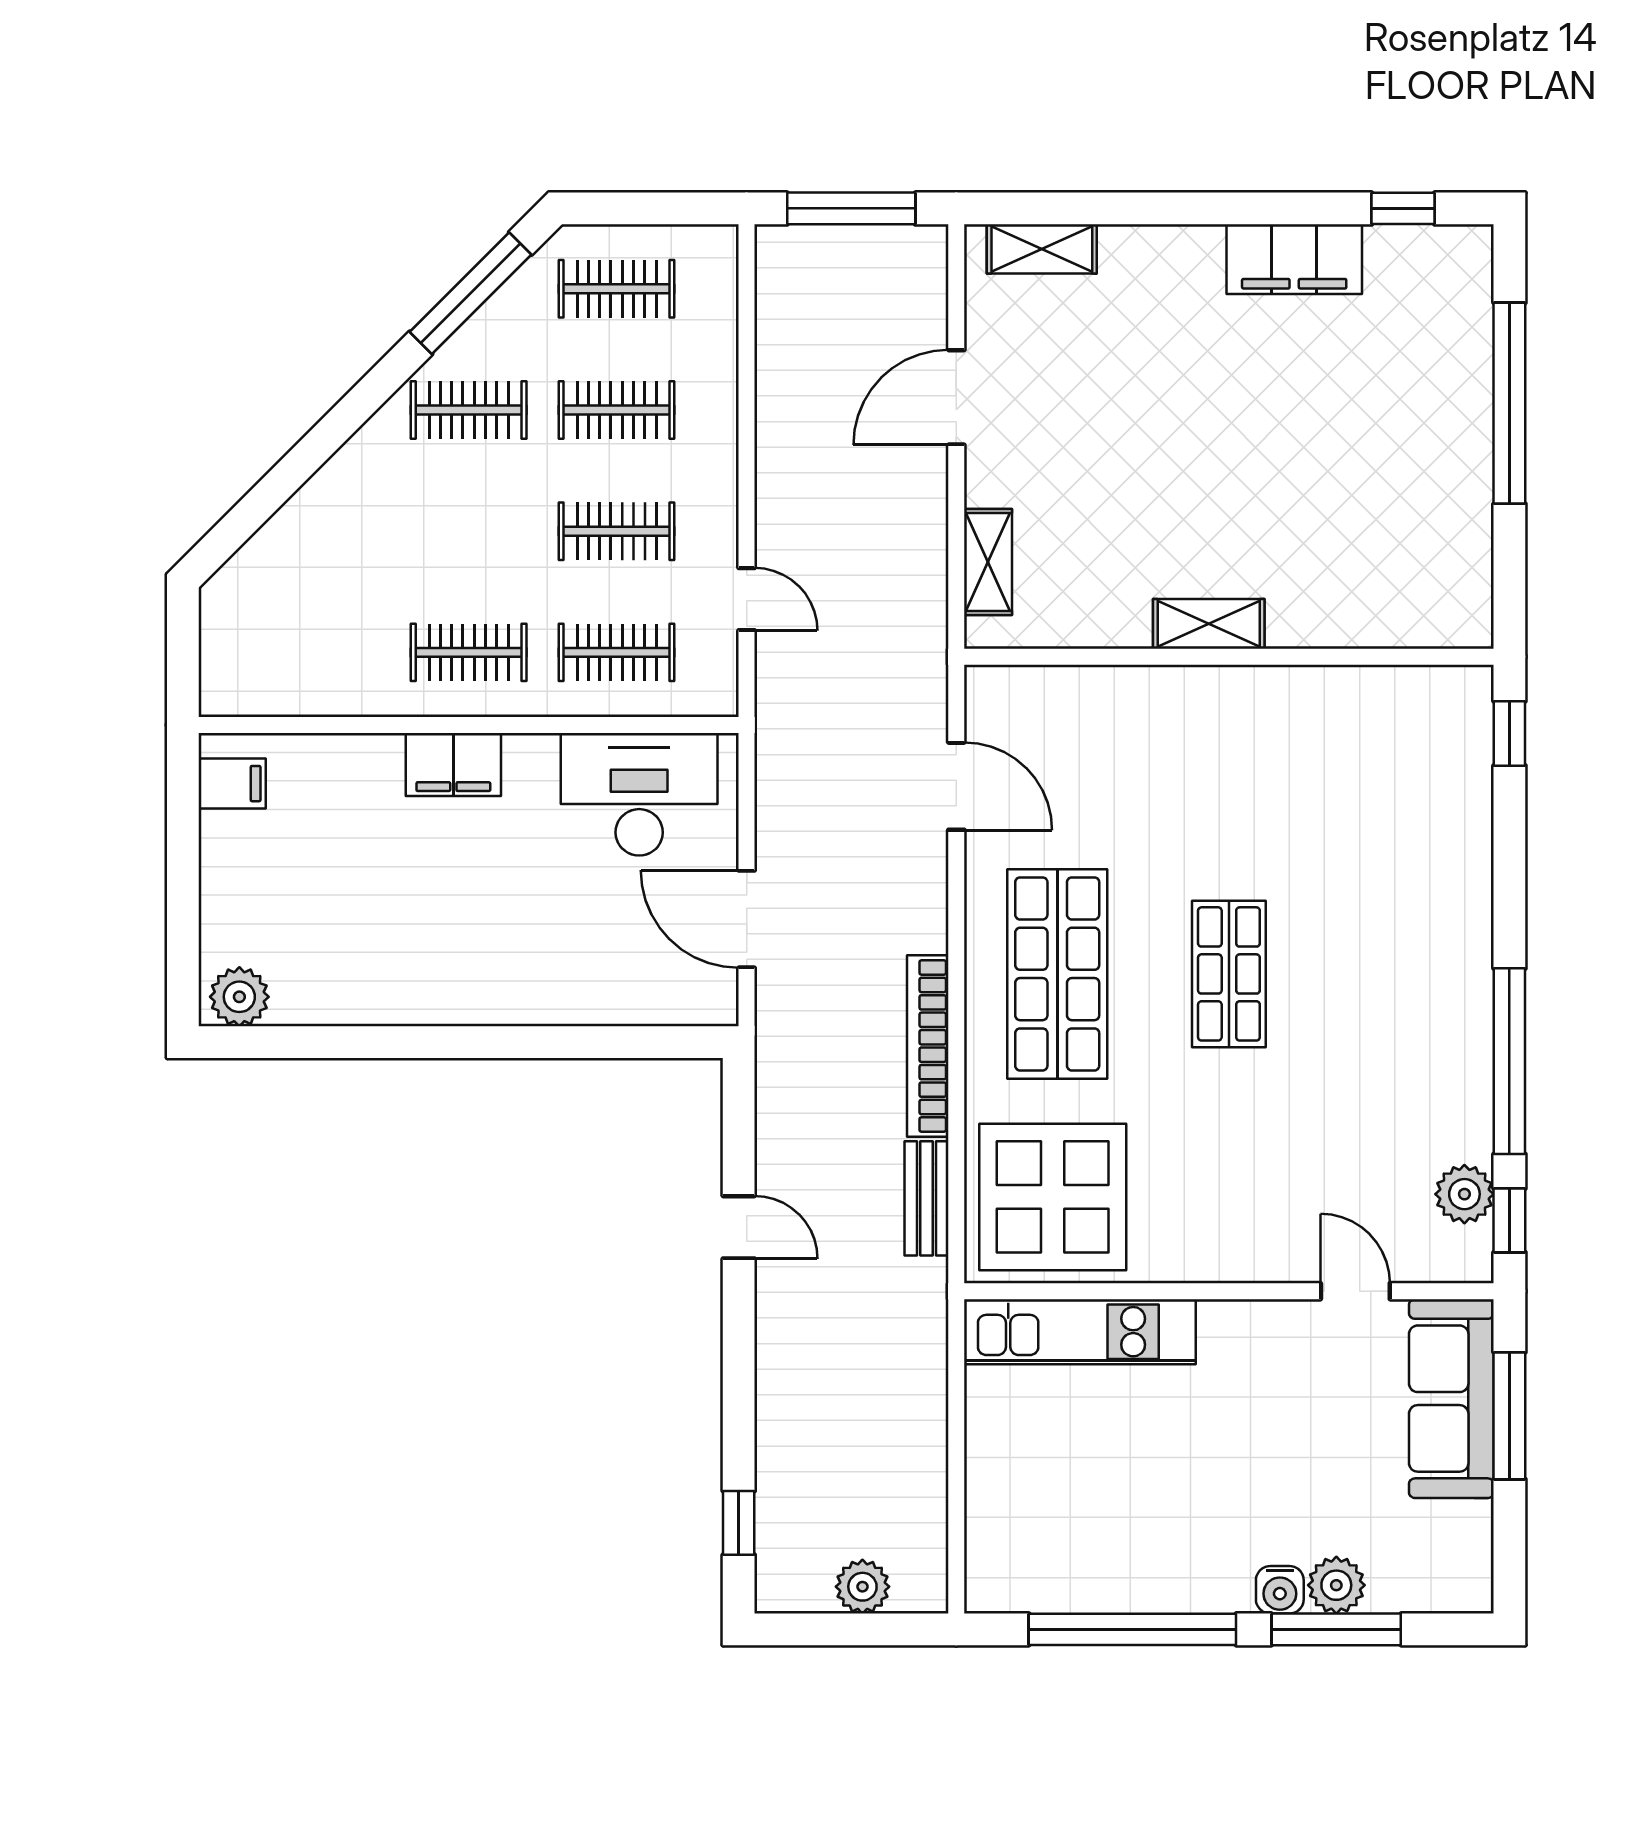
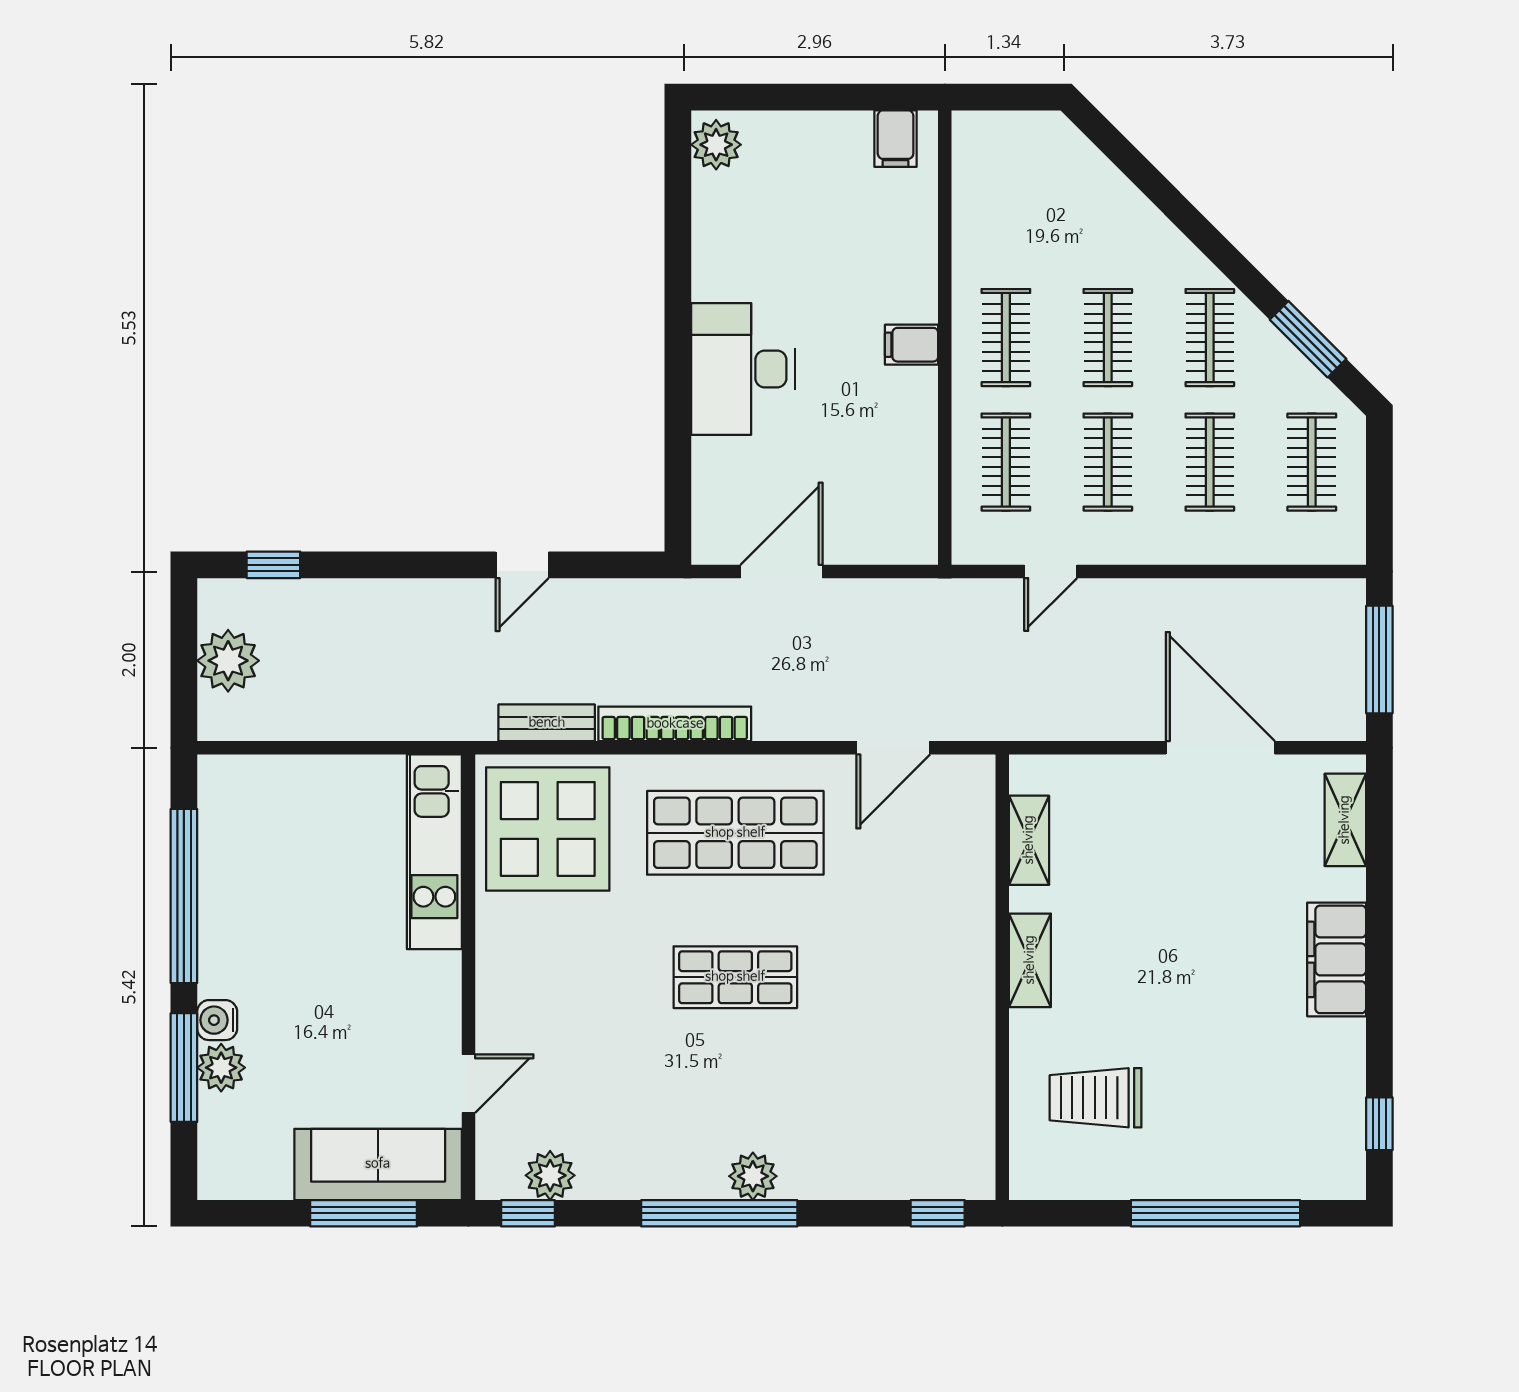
filing cabinet: (1294, 259) -> (1337, 959), moved
window: (471, 293) -> (1308, 339), width x0.69
door: (956, 397) -> (1220, 748), width x1.36
clothes rail: (469, 531) -> (1108, 338), added
trolley: (1372, 546) -> (1096, 1098), added
shelving: (988, 562) -> (1029, 840), moved, turned 90
filing cabinet: (453, 764) -> (912, 345), width x0.50
desk: (639, 794) -> (743, 369), moved, turned 180
plant: (1465, 953) -> (753, 1176), added
window: (1509, 1061) -> (719, 1213), moved
plant: (862, 1587) -> (228, 661), width x1.36, depth x1.36

